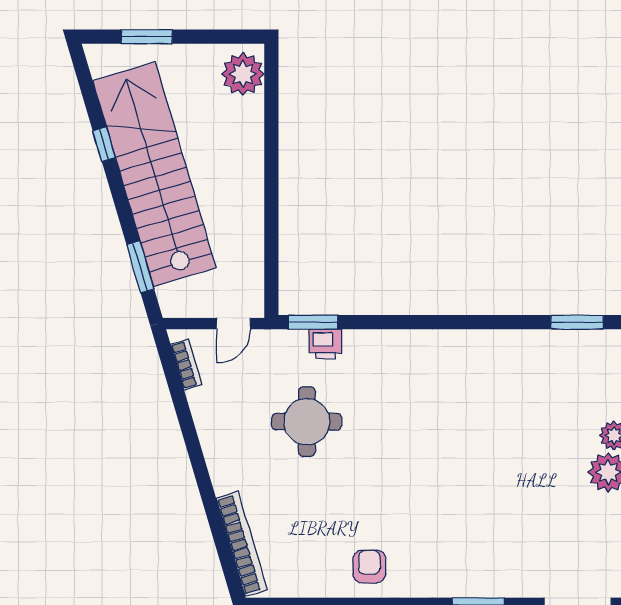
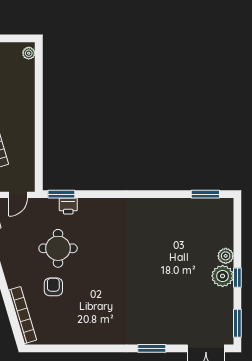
plant: (243, 74) -> (29, 53), width x0.53, depth x0.53
armchair: (369, 566) -> (53, 287), moved

